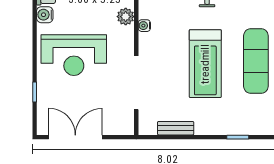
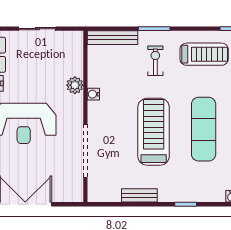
treadmill: (205, 64) -> (154, 132), turned 180
bench: (176, 128) -> (139, 195), moved

